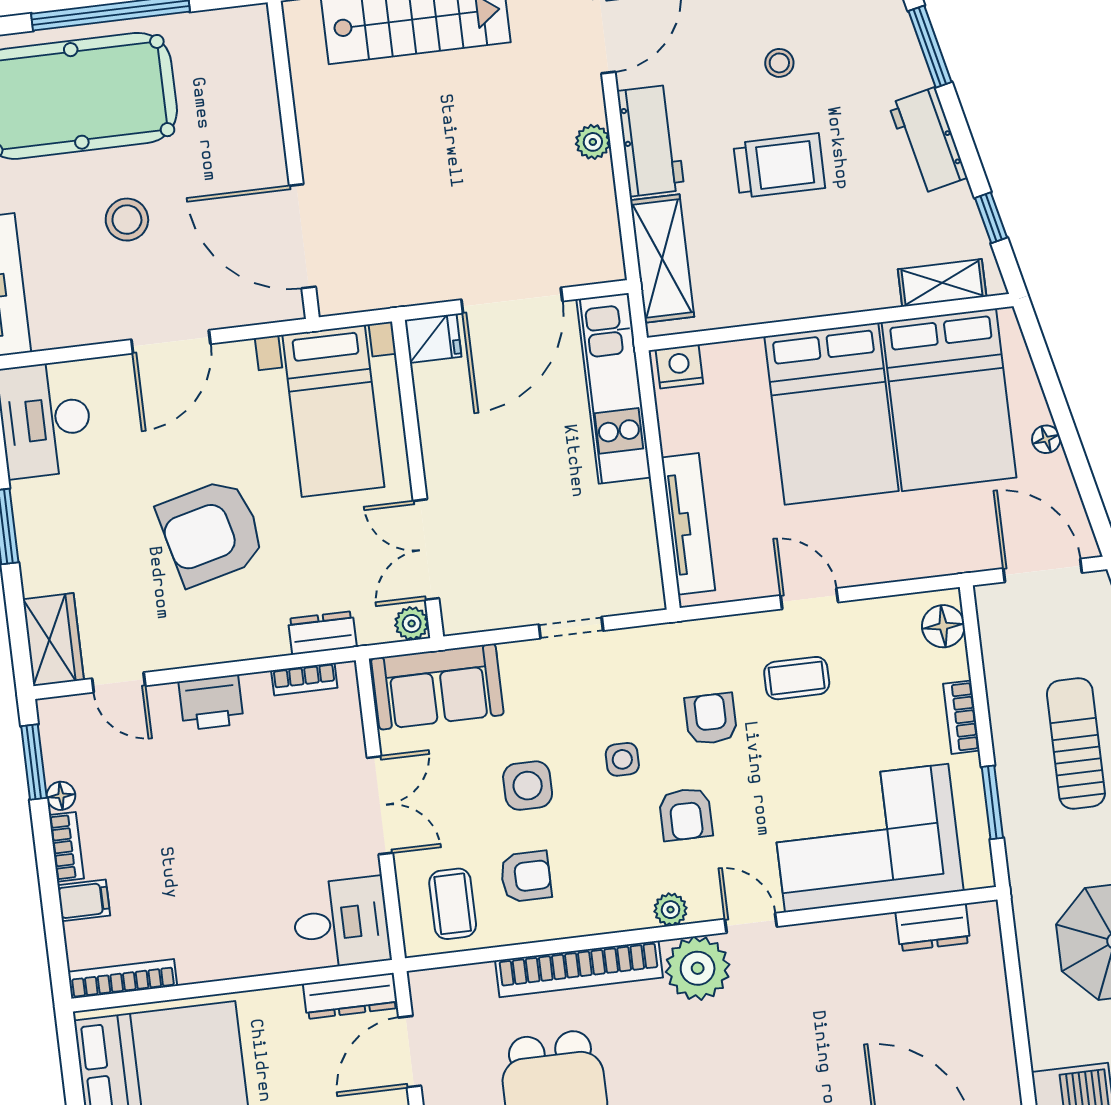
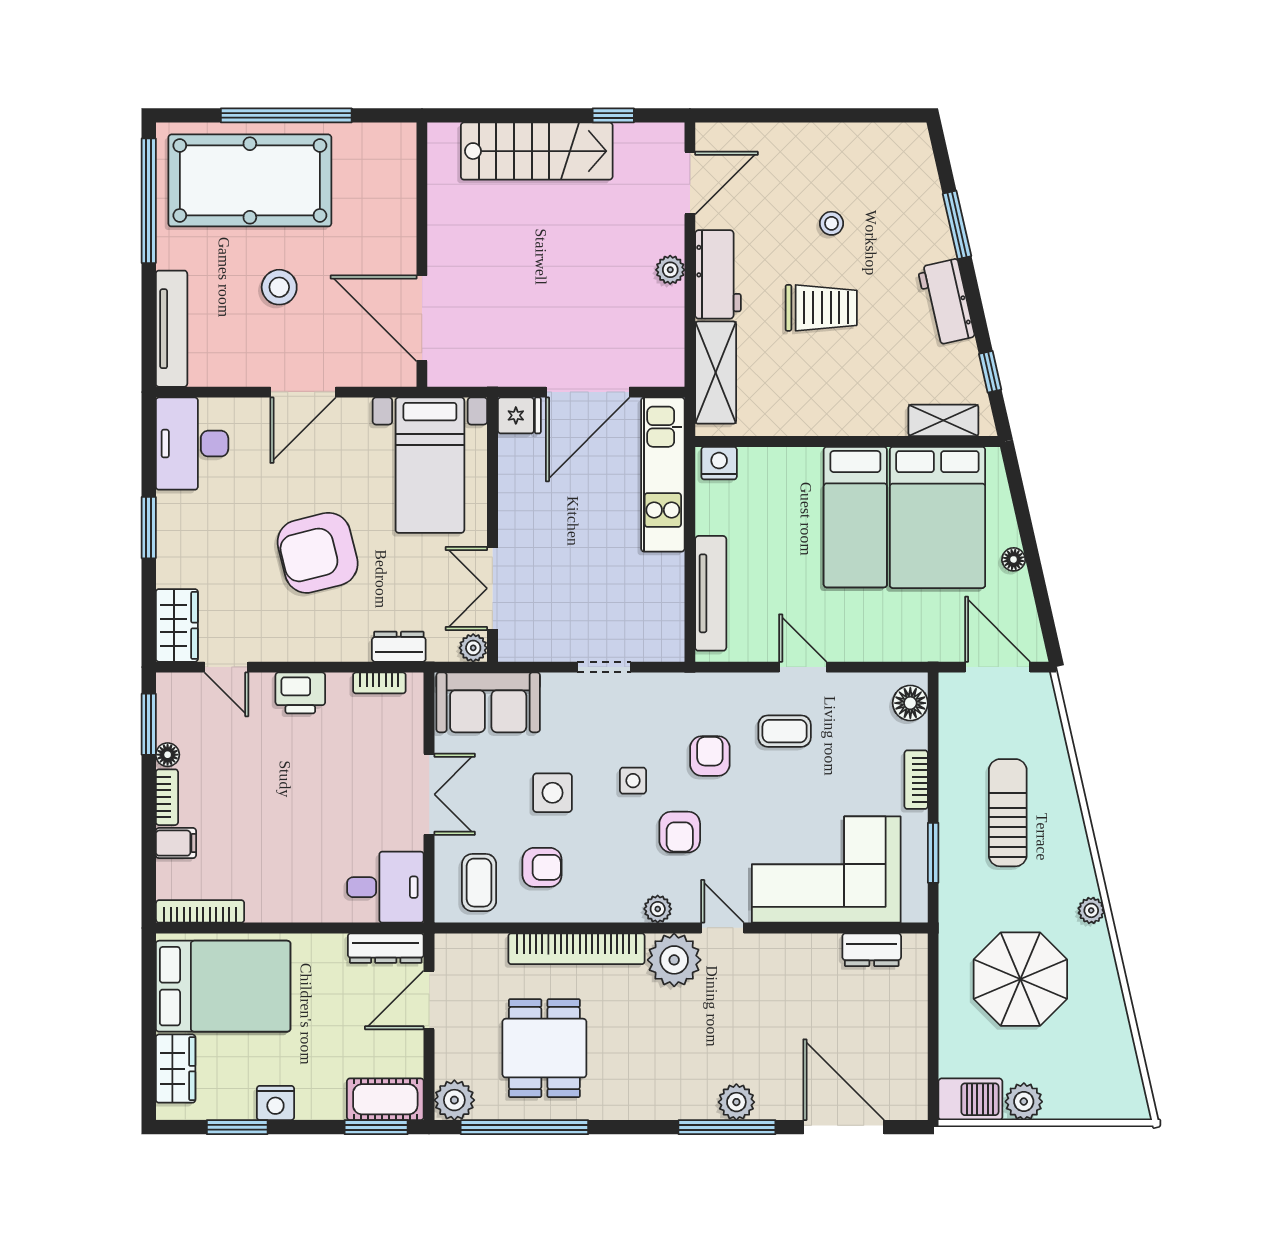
bed: (832, 414) -> (855, 517), width x0.67

